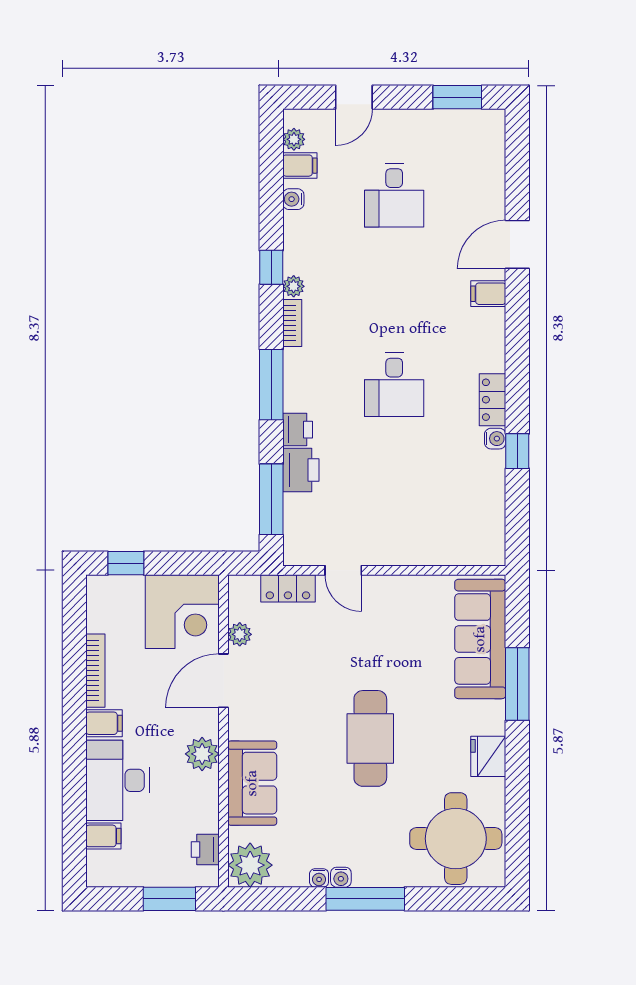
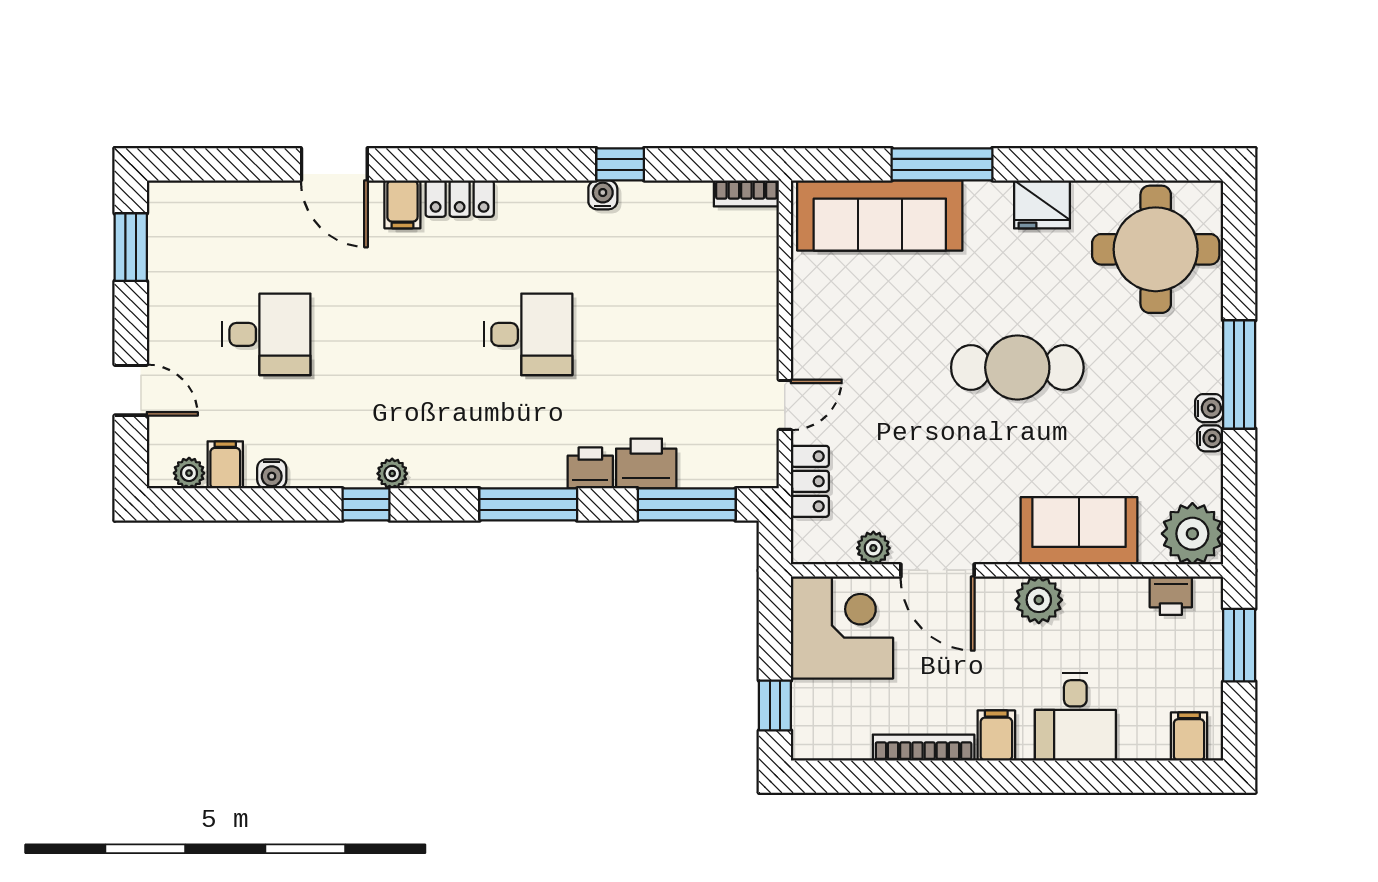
bookcase: (292, 323) -> (746, 193), moved, turned 180
locker: (492, 400) -> (460, 199), moved
desk: (118, 780) -> (1075, 717), width x0.73
filing cabinet: (103, 836) -> (1189, 736), moved

